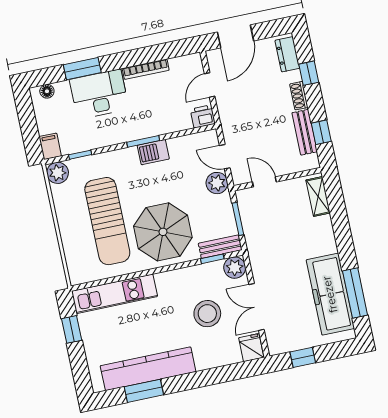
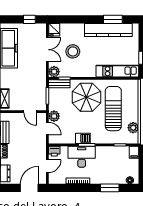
desk: (99, 94) -> (82, 157), moved, turned 180
plant: (58, 173) -> (133, 128), moved

